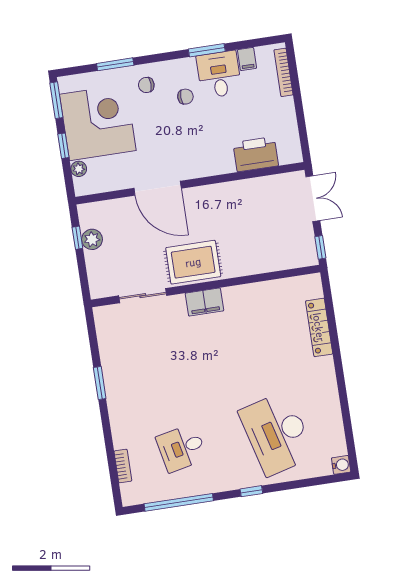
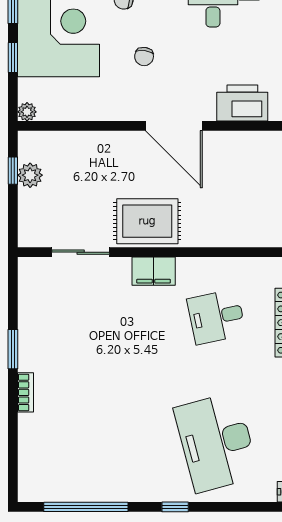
chair: (185, 97) -> (144, 57), moved, turned 98
plant: (79, 169) -> (27, 112), moved
door: (158, 188) -> (174, 126), moved
desk: (182, 448) -> (216, 317), moved
bookcase: (123, 466) -> (26, 392), moved

